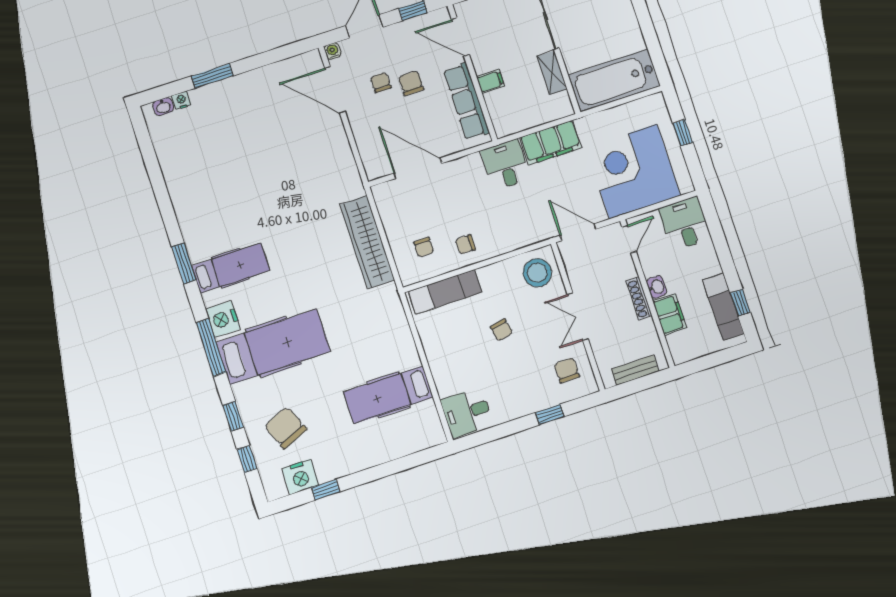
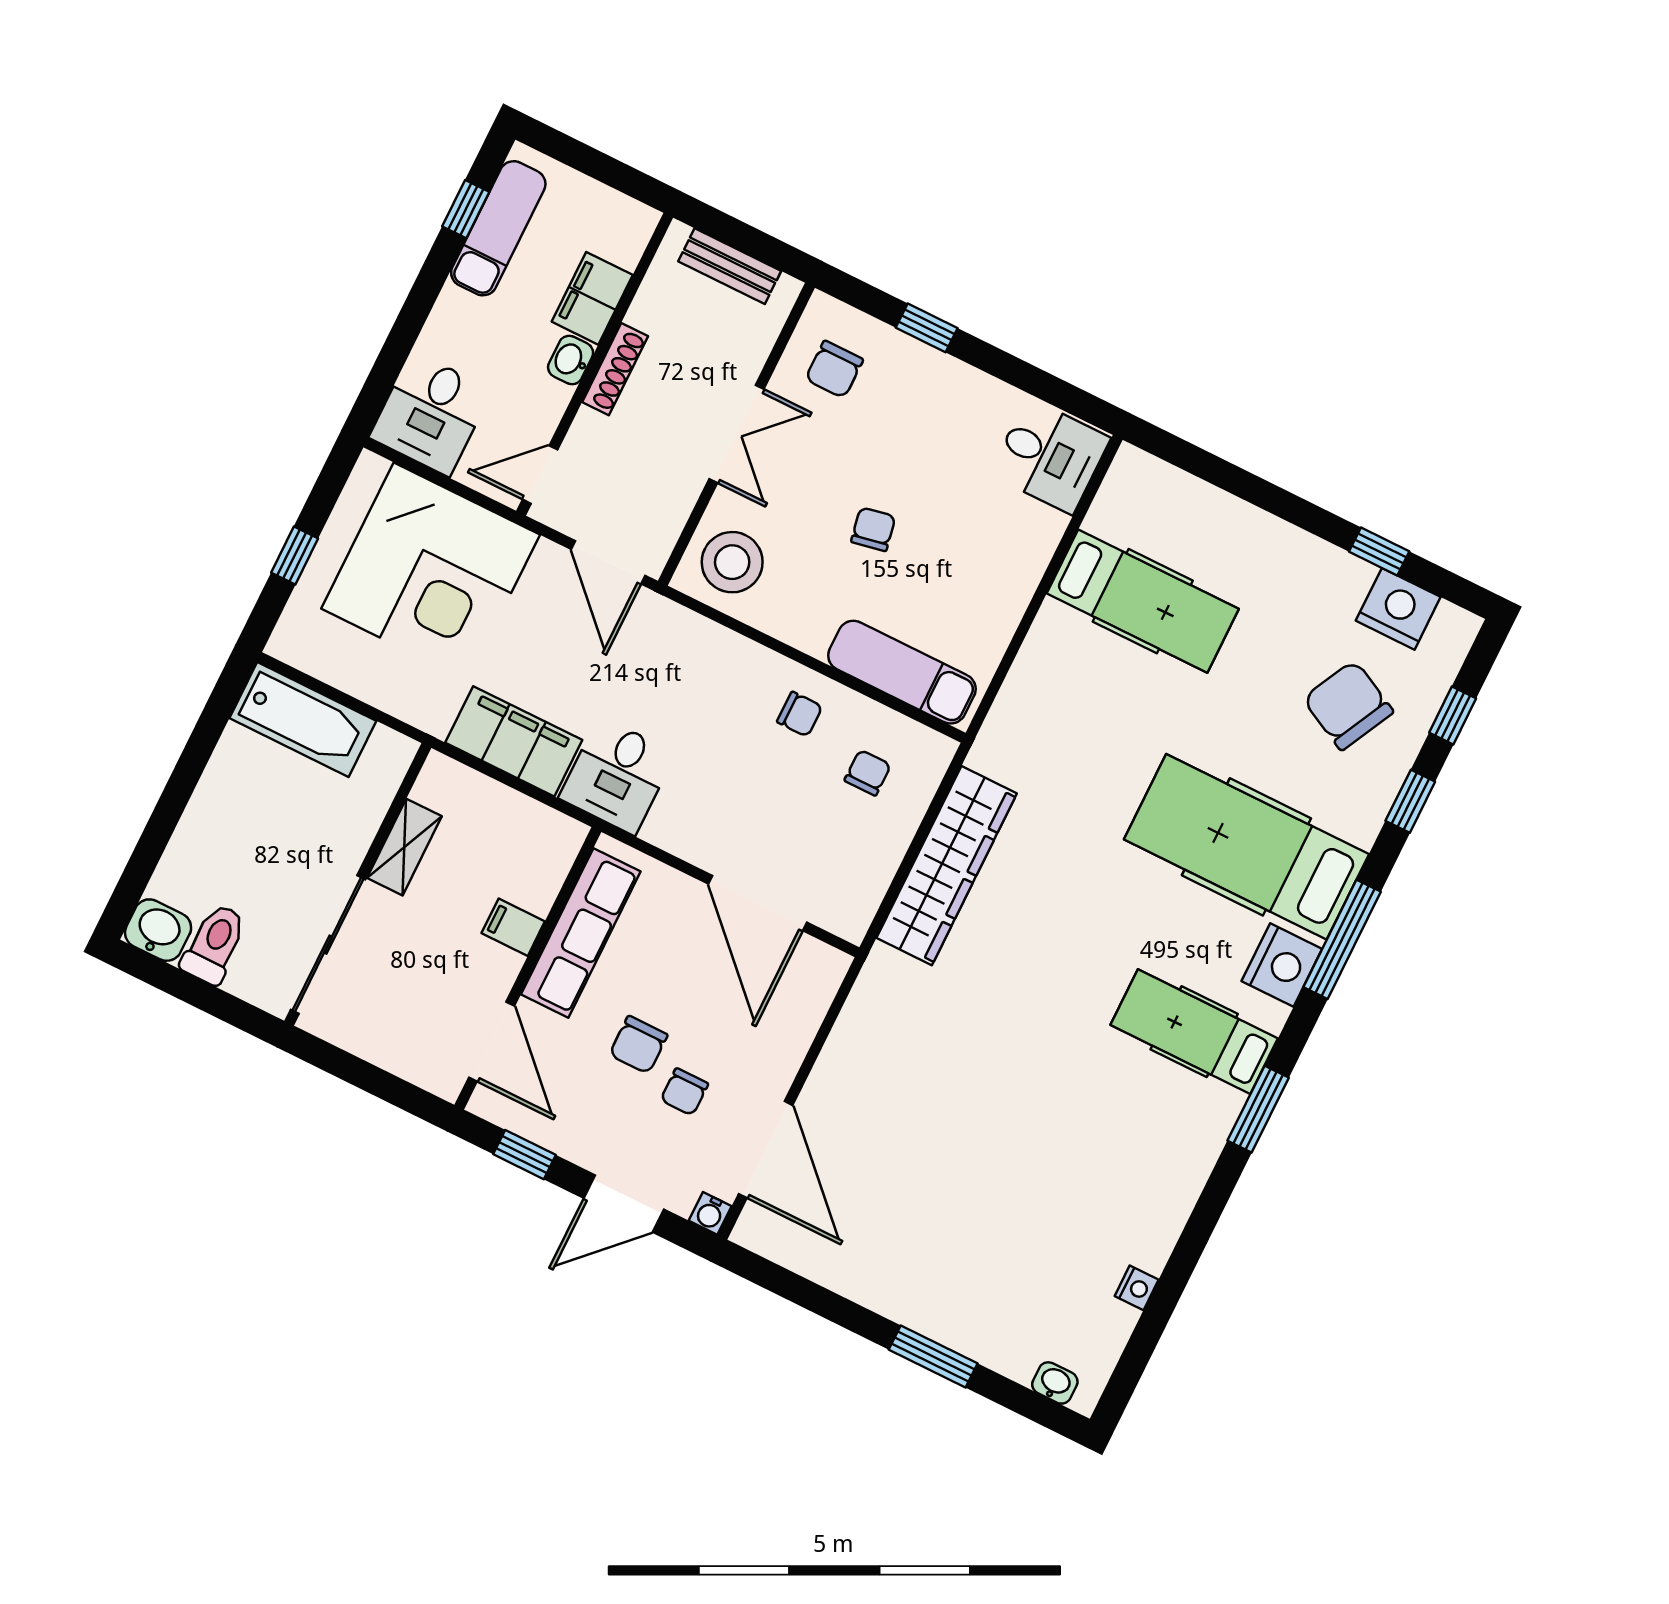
bathtub: (614, 80) -> (303, 719), width x0.73, depth x0.73
nightstand: (181, 100) -> (1137, 1288), moved, turned -90
chair: (286, 428) -> (1348, 705), turned 140

